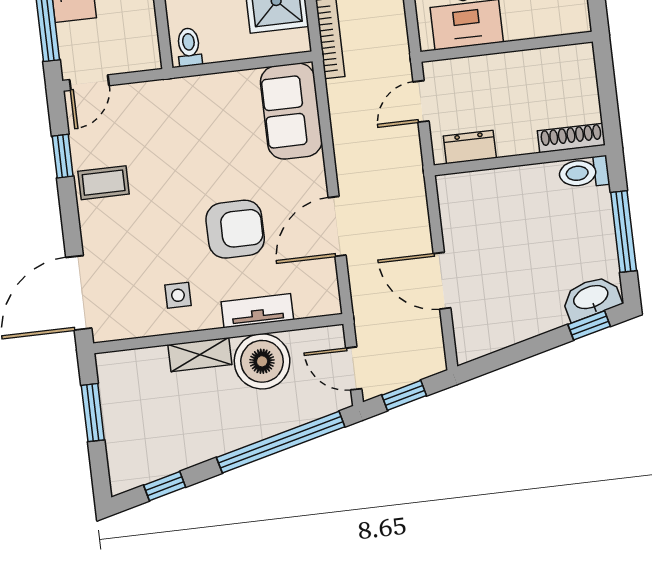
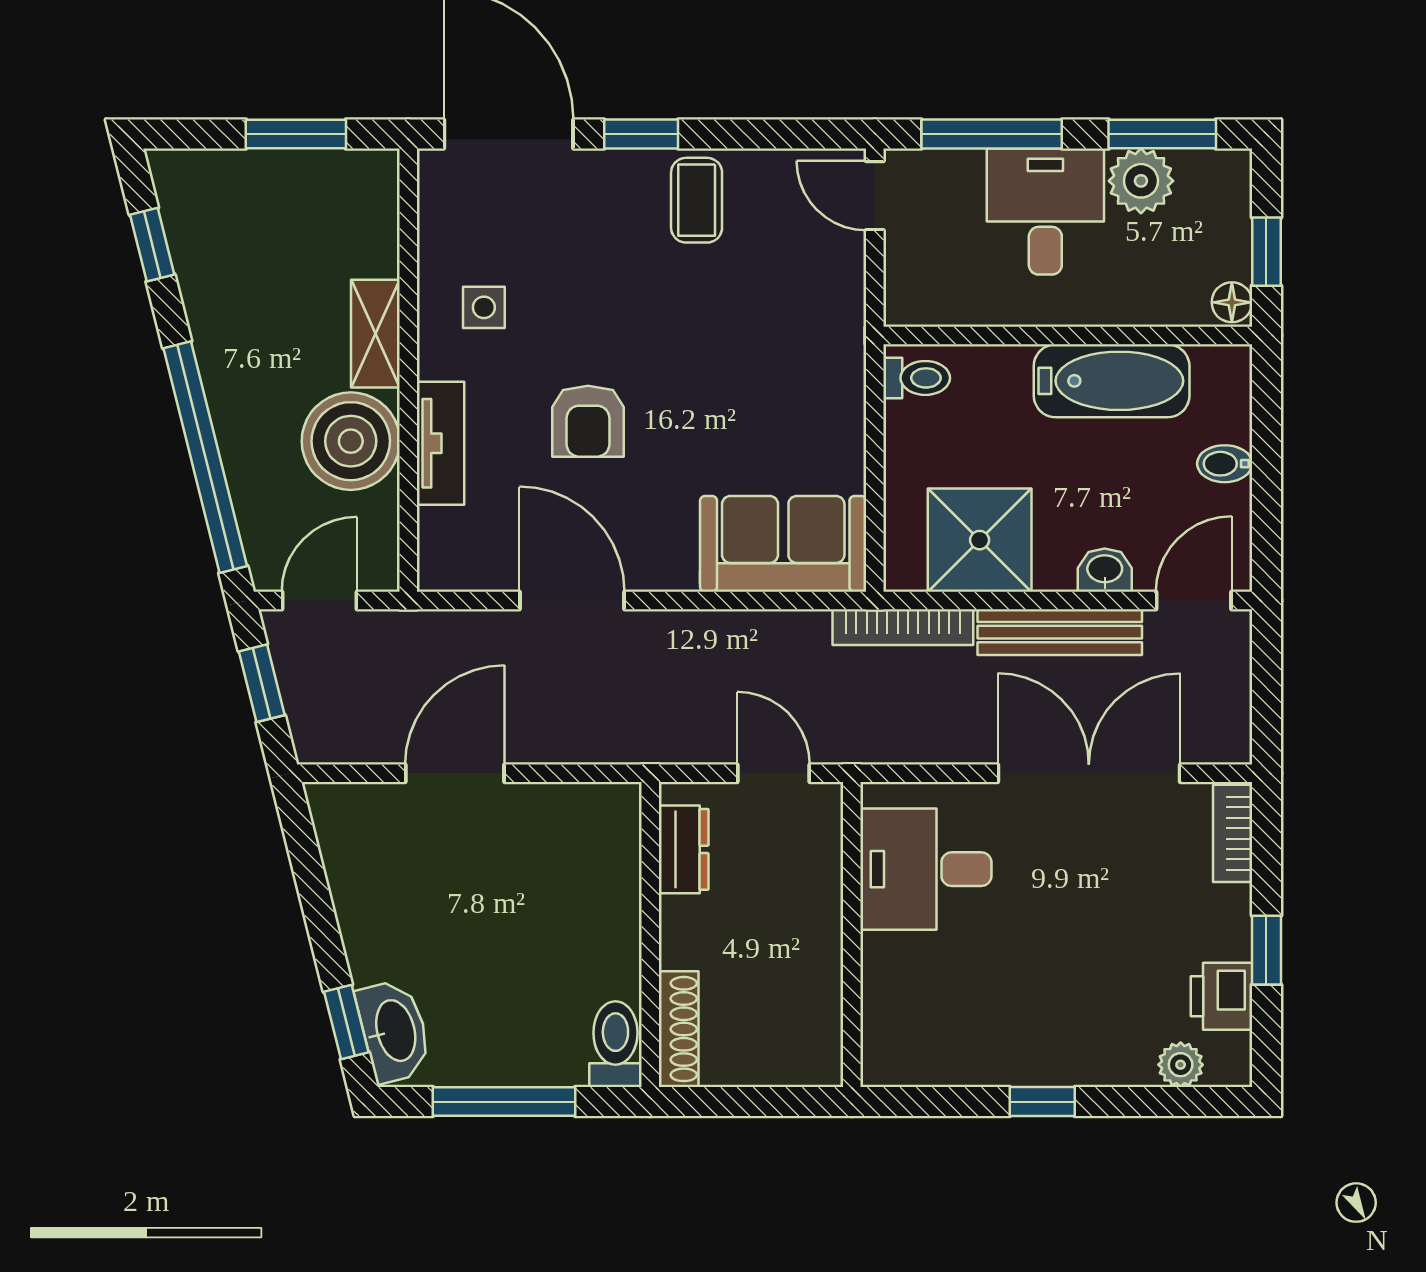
window: (63, 156) -> (641, 134), moved
armchair: (235, 229) -> (588, 421), width x0.72, depth x0.72

